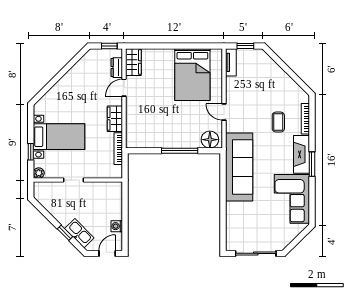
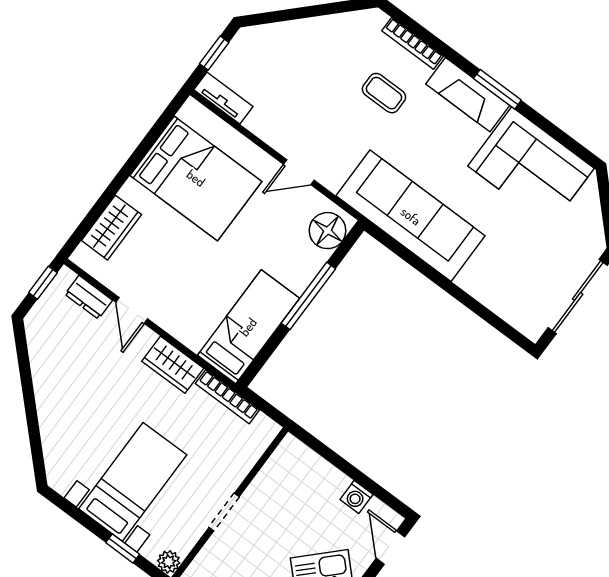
wardrobe: (133, 62) -> (111, 228), moved, turned 90
bed: (151, 137) -> (248, 327), added

